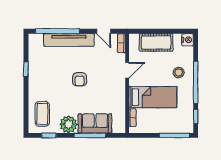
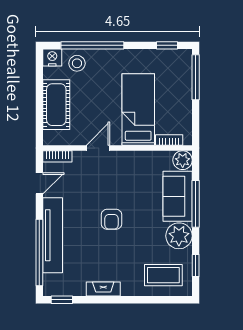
window: (26, 69) -> (62, 300), moved
door: (127, 70) -> (98, 148), hinge flipped
stool: (179, 72) -> (77, 63), moved
fireplace: (33, 74) -> (103, 289), added
armchair: (80, 79) -> (111, 219), turned 90
window: (196, 82) -> (92, 45), moved
plant: (119, 127) -> (183, 160), added

